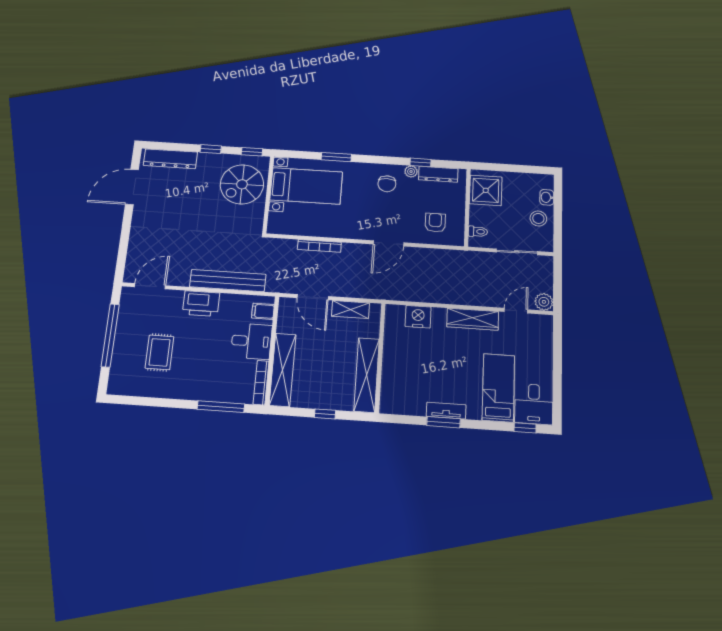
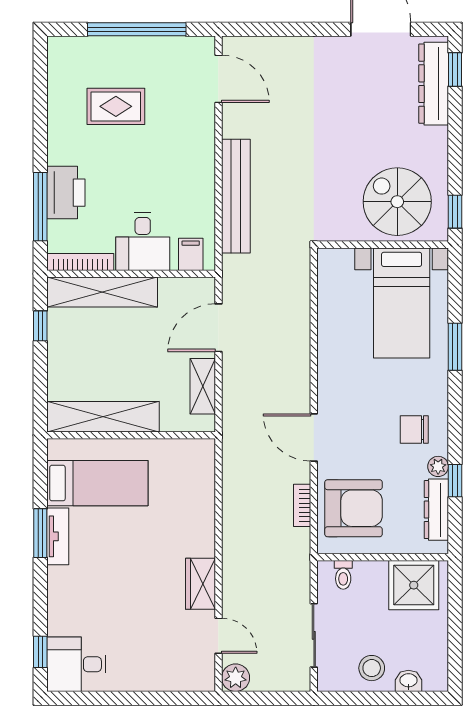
window: (211, 149) -> (455, 70), moved
armchair: (435, 223) -> (354, 508), width x1.88, depth x1.88
bookcase: (319, 246) -> (302, 505), moved, width x0.64
printer: (201, 304) -> (66, 193), moved, turned 180
nightstand: (418, 317) -> (198, 489), removed
wardrobe: (473, 319) -> (200, 584), width x0.67
bed: (498, 388) -> (97, 483), moved
window: (325, 414) -> (40, 326), moved

